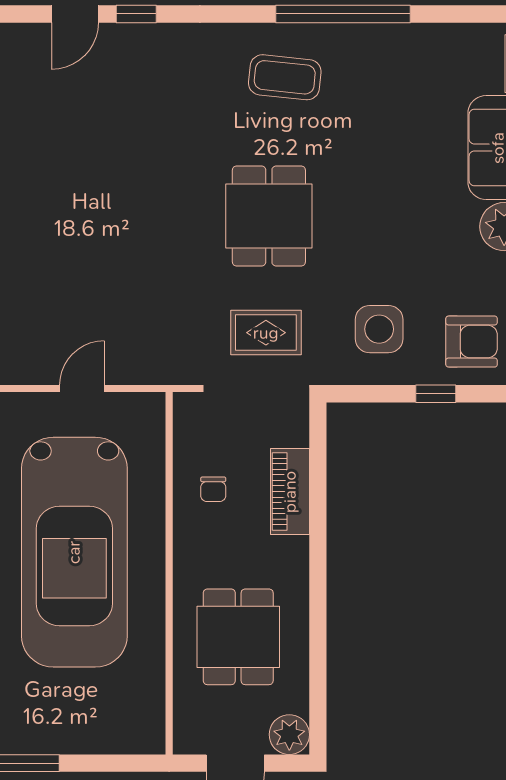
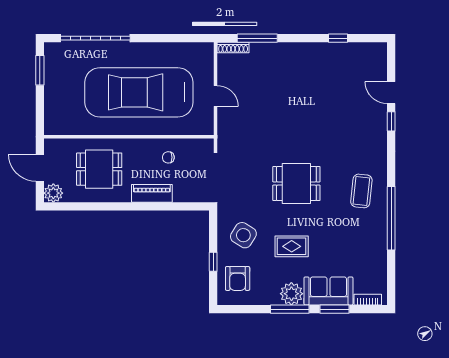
side table: (379, 329) -> (243, 235), turned 32
rug: (266, 333) -> (292, 246), moved, turned 90
piano: (290, 492) -> (152, 193), moved

